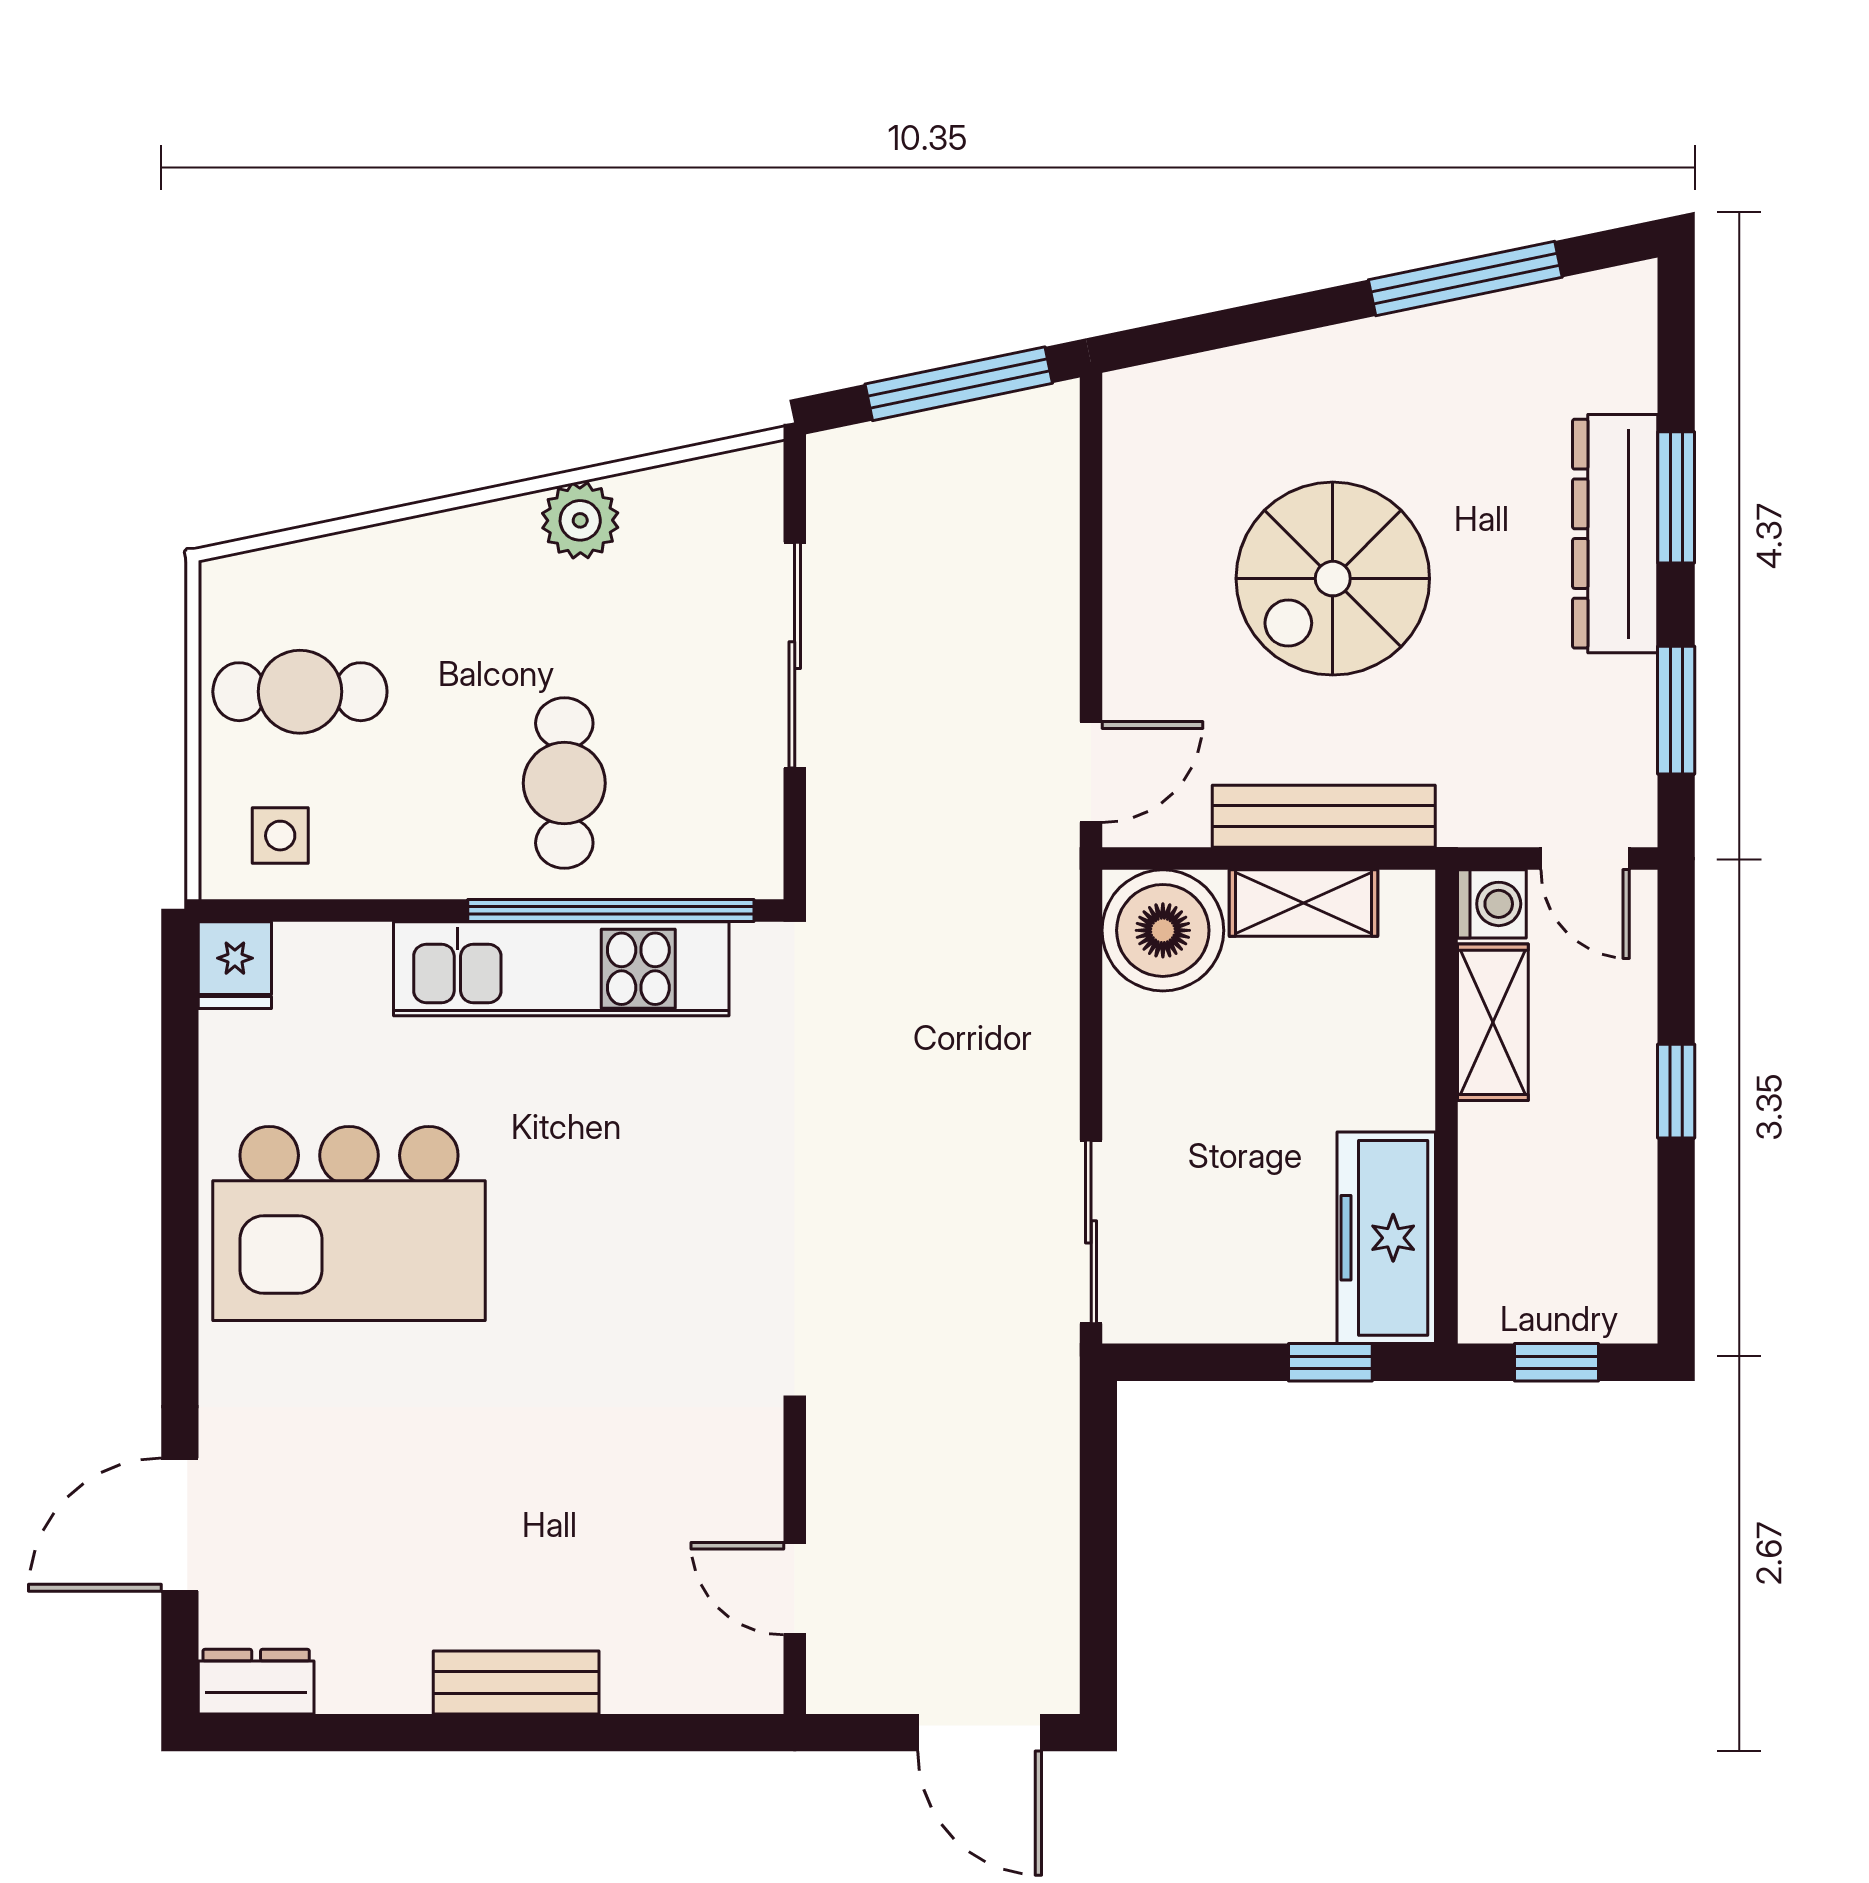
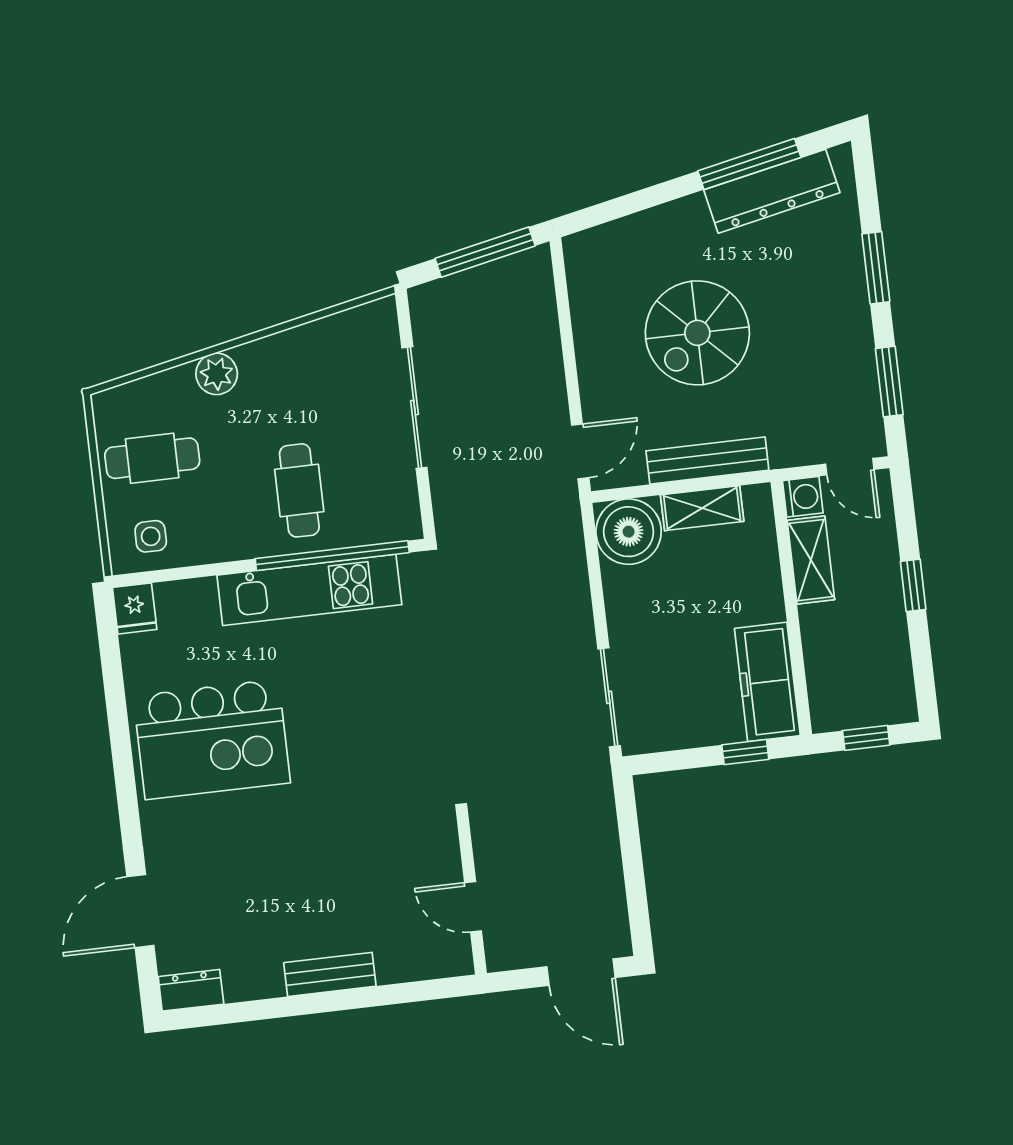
plant: (580, 520) -> (217, 374), moved
dresser: (1615, 534) -> (772, 191), moved, turned -102

